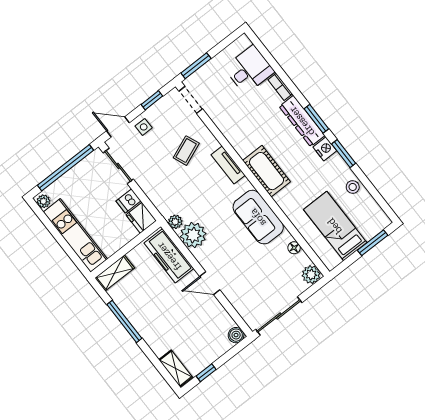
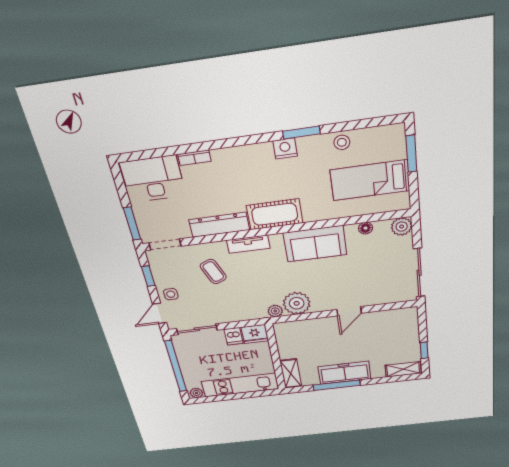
desk: (249, 70) -> (153, 179), width x1.37
window: (316, 119) -> (248, 140), removed
dresser: (302, 121) -> (219, 225), moved, turned 180
freezer: (169, 256) -> (344, 373), moved, turned 180
boiler: (236, 335) -> (410, 314), removed

